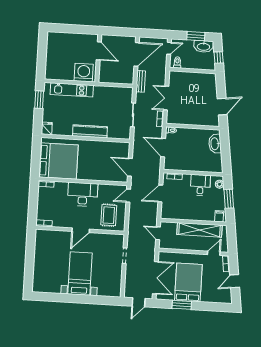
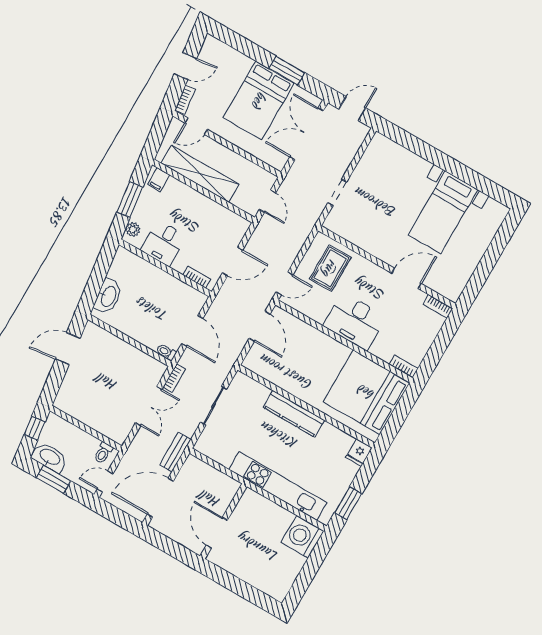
washing machine: (84, 73) -> (303, 537), moved, turned 90
kitchen unit: (72, 90) -> (278, 486), width x1.36
door: (81, 230) -> (406, 278), moved
bed with nightstands: (80, 273) -> (443, 212), moved

